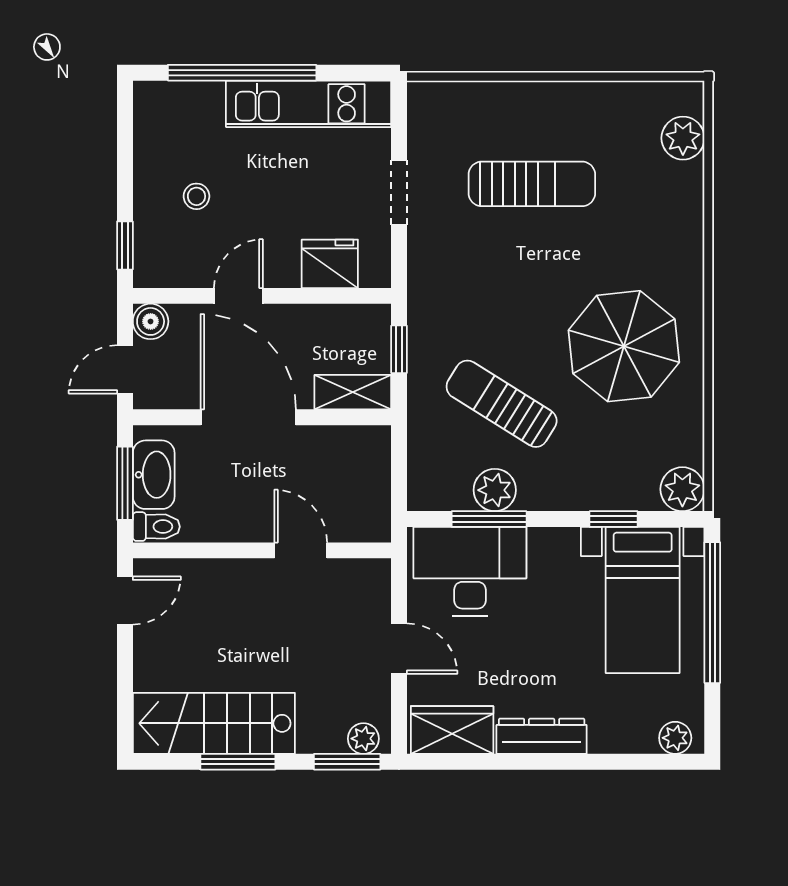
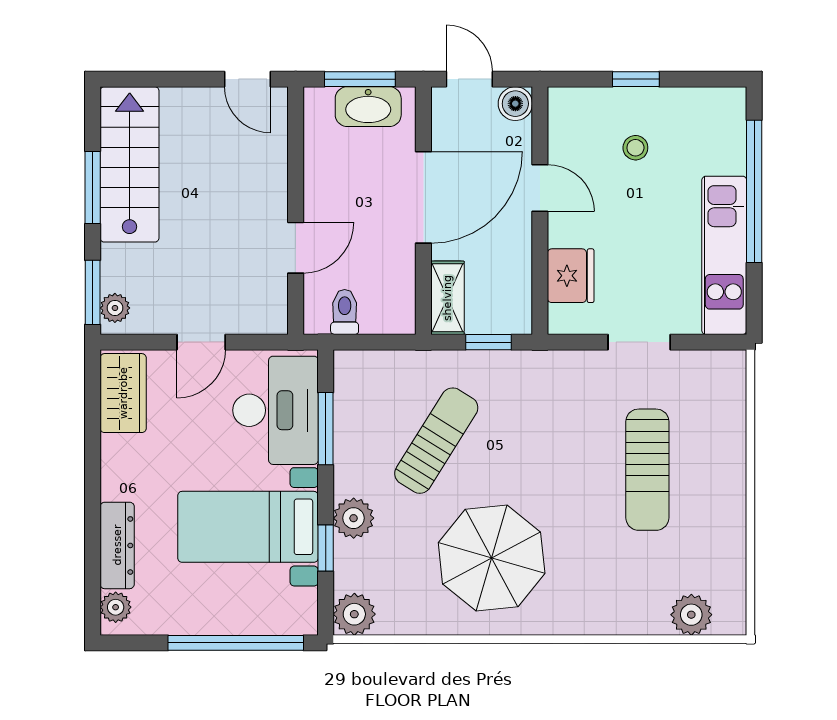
window: (125, 245) -> (636, 79), moved
plant: (495, 490) -> (354, 518), moved
toilet: (156, 527) -> (345, 312), moved, turned 180
bed with nightstands: (643, 600) -> (248, 527), moved
dresser: (542, 736) -> (117, 545), moved

